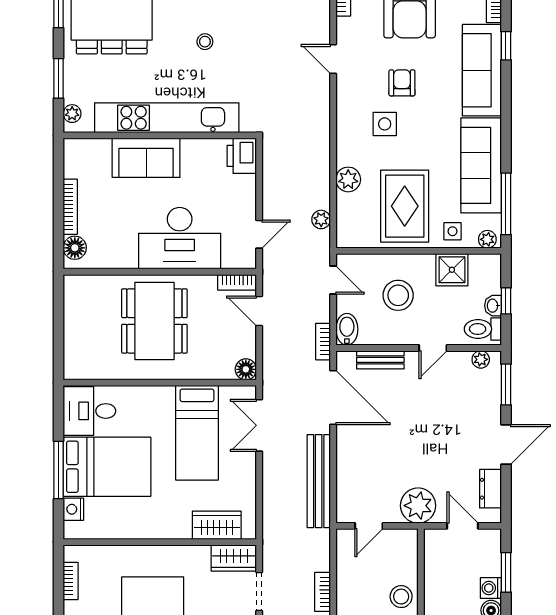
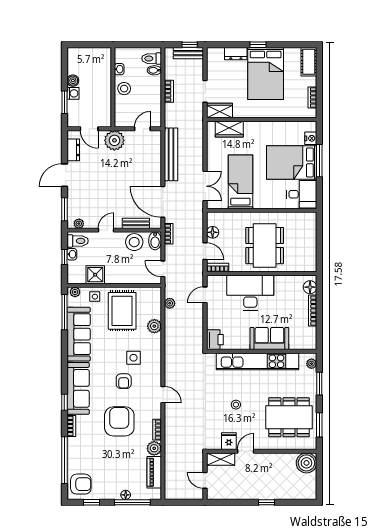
stool: (398, 295) -> (134, 242), moved
floor lamp: (246, 369) -> (213, 232), moved

